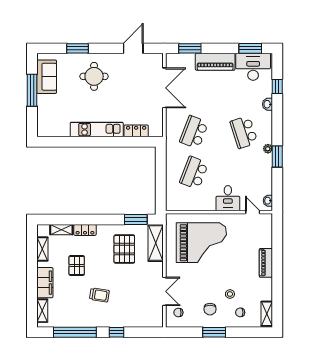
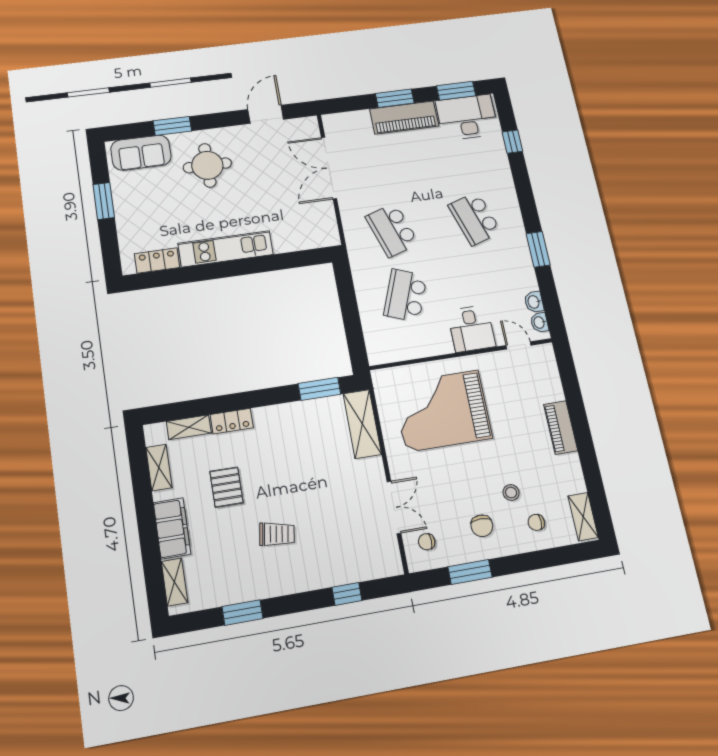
window: (190, 48) -> (395, 98), moved
sofa: (47, 77) -> (141, 153), moved, turned 90
double door: (164, 88) -> (329, 168), swing flipped
window: (32, 90) -> (104, 201), width x0.69
washbasin: (267, 104) -> (534, 302), moved
locker: (136, 131) -> (157, 261), moved
school desk: (194, 132) -> (392, 230), turned -39
plant: (268, 149) -> (520, 239), removed
grand piano: (201, 243) -> (442, 411), turned 180
pallet: (124, 249) -> (308, 444), removed
window: (75, 332) -> (242, 613), width x0.47
window: (116, 332) -> (347, 594), moved
window: (214, 332) -> (470, 572), moved

